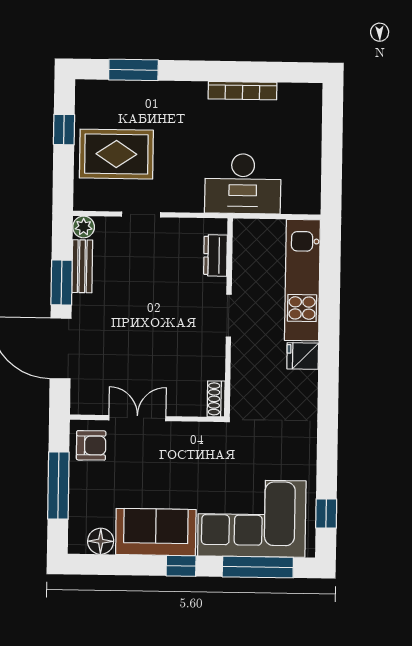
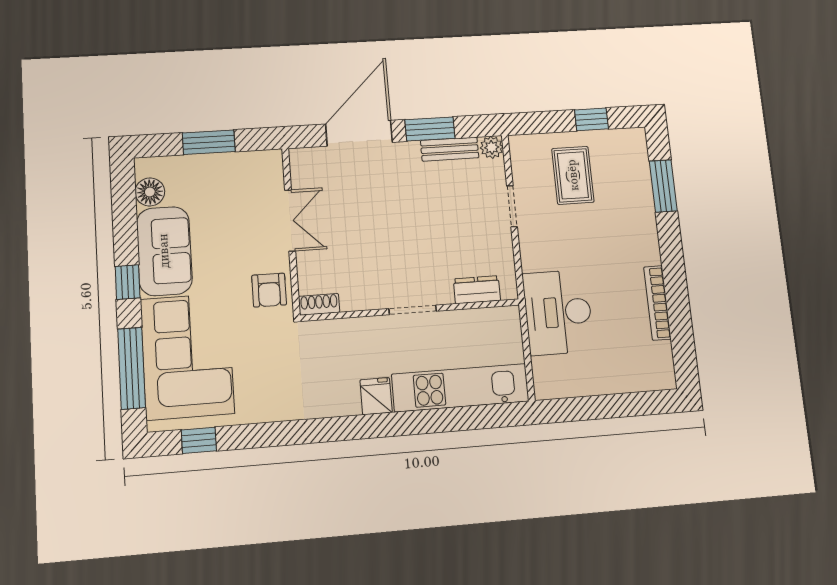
rug: (116, 154) -> (573, 175), width x0.73, depth x0.70
armchair: (91, 445) -> (269, 290), moved
window: (58, 486) -> (209, 142), width x0.69

